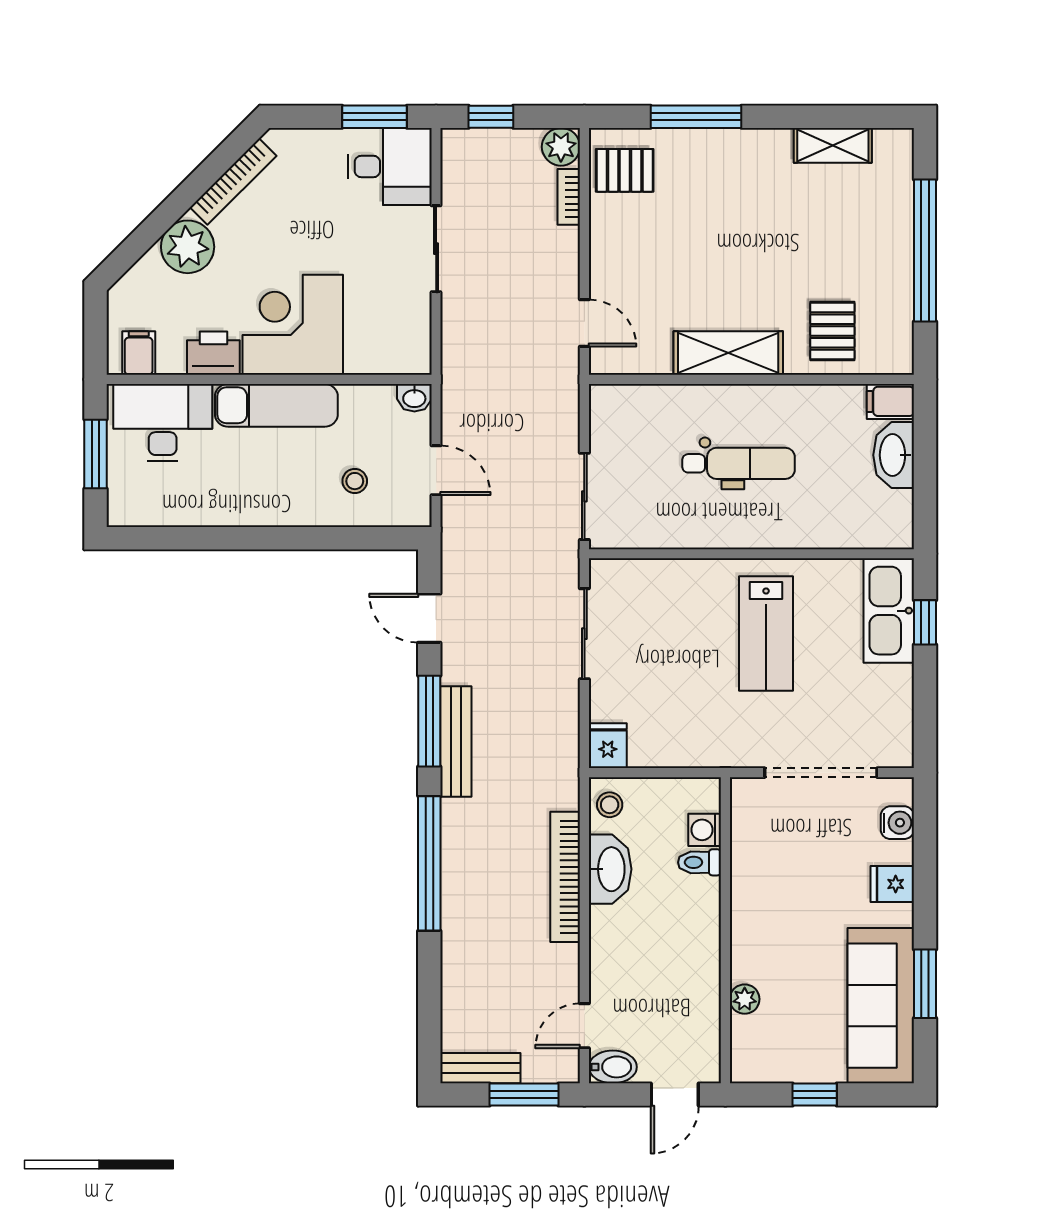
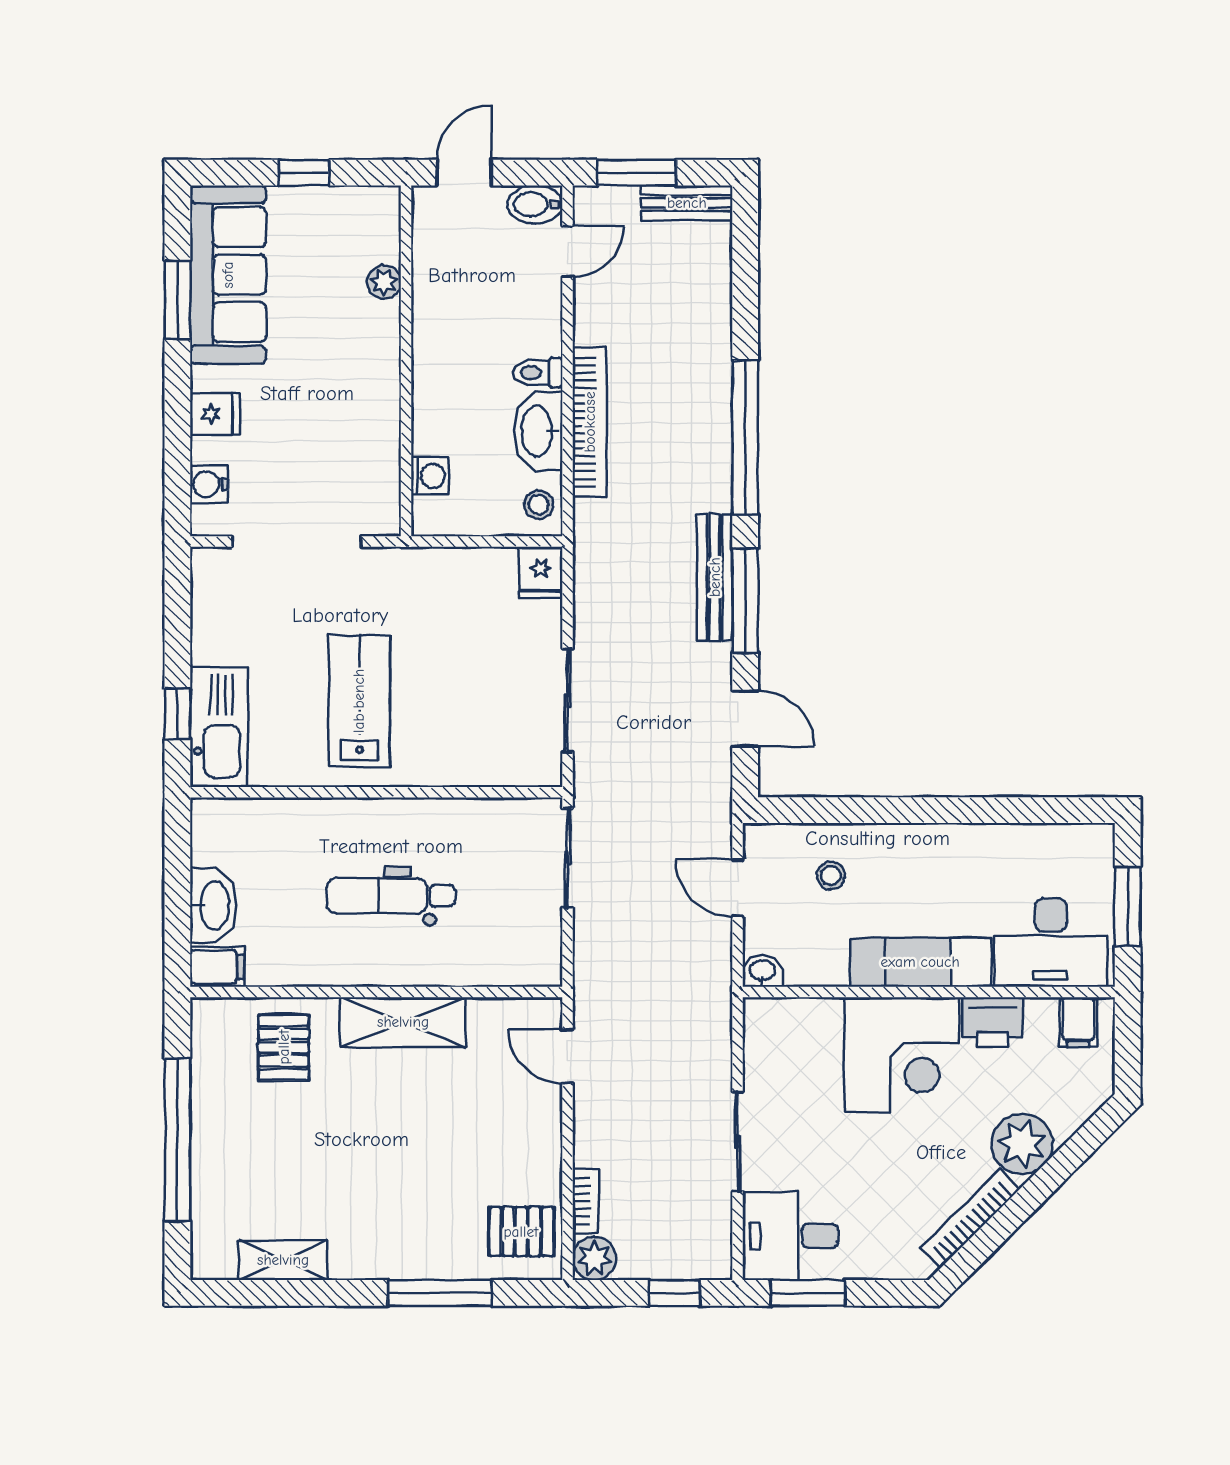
toilet: (699, 862) -> (538, 373), moved, turned 180

